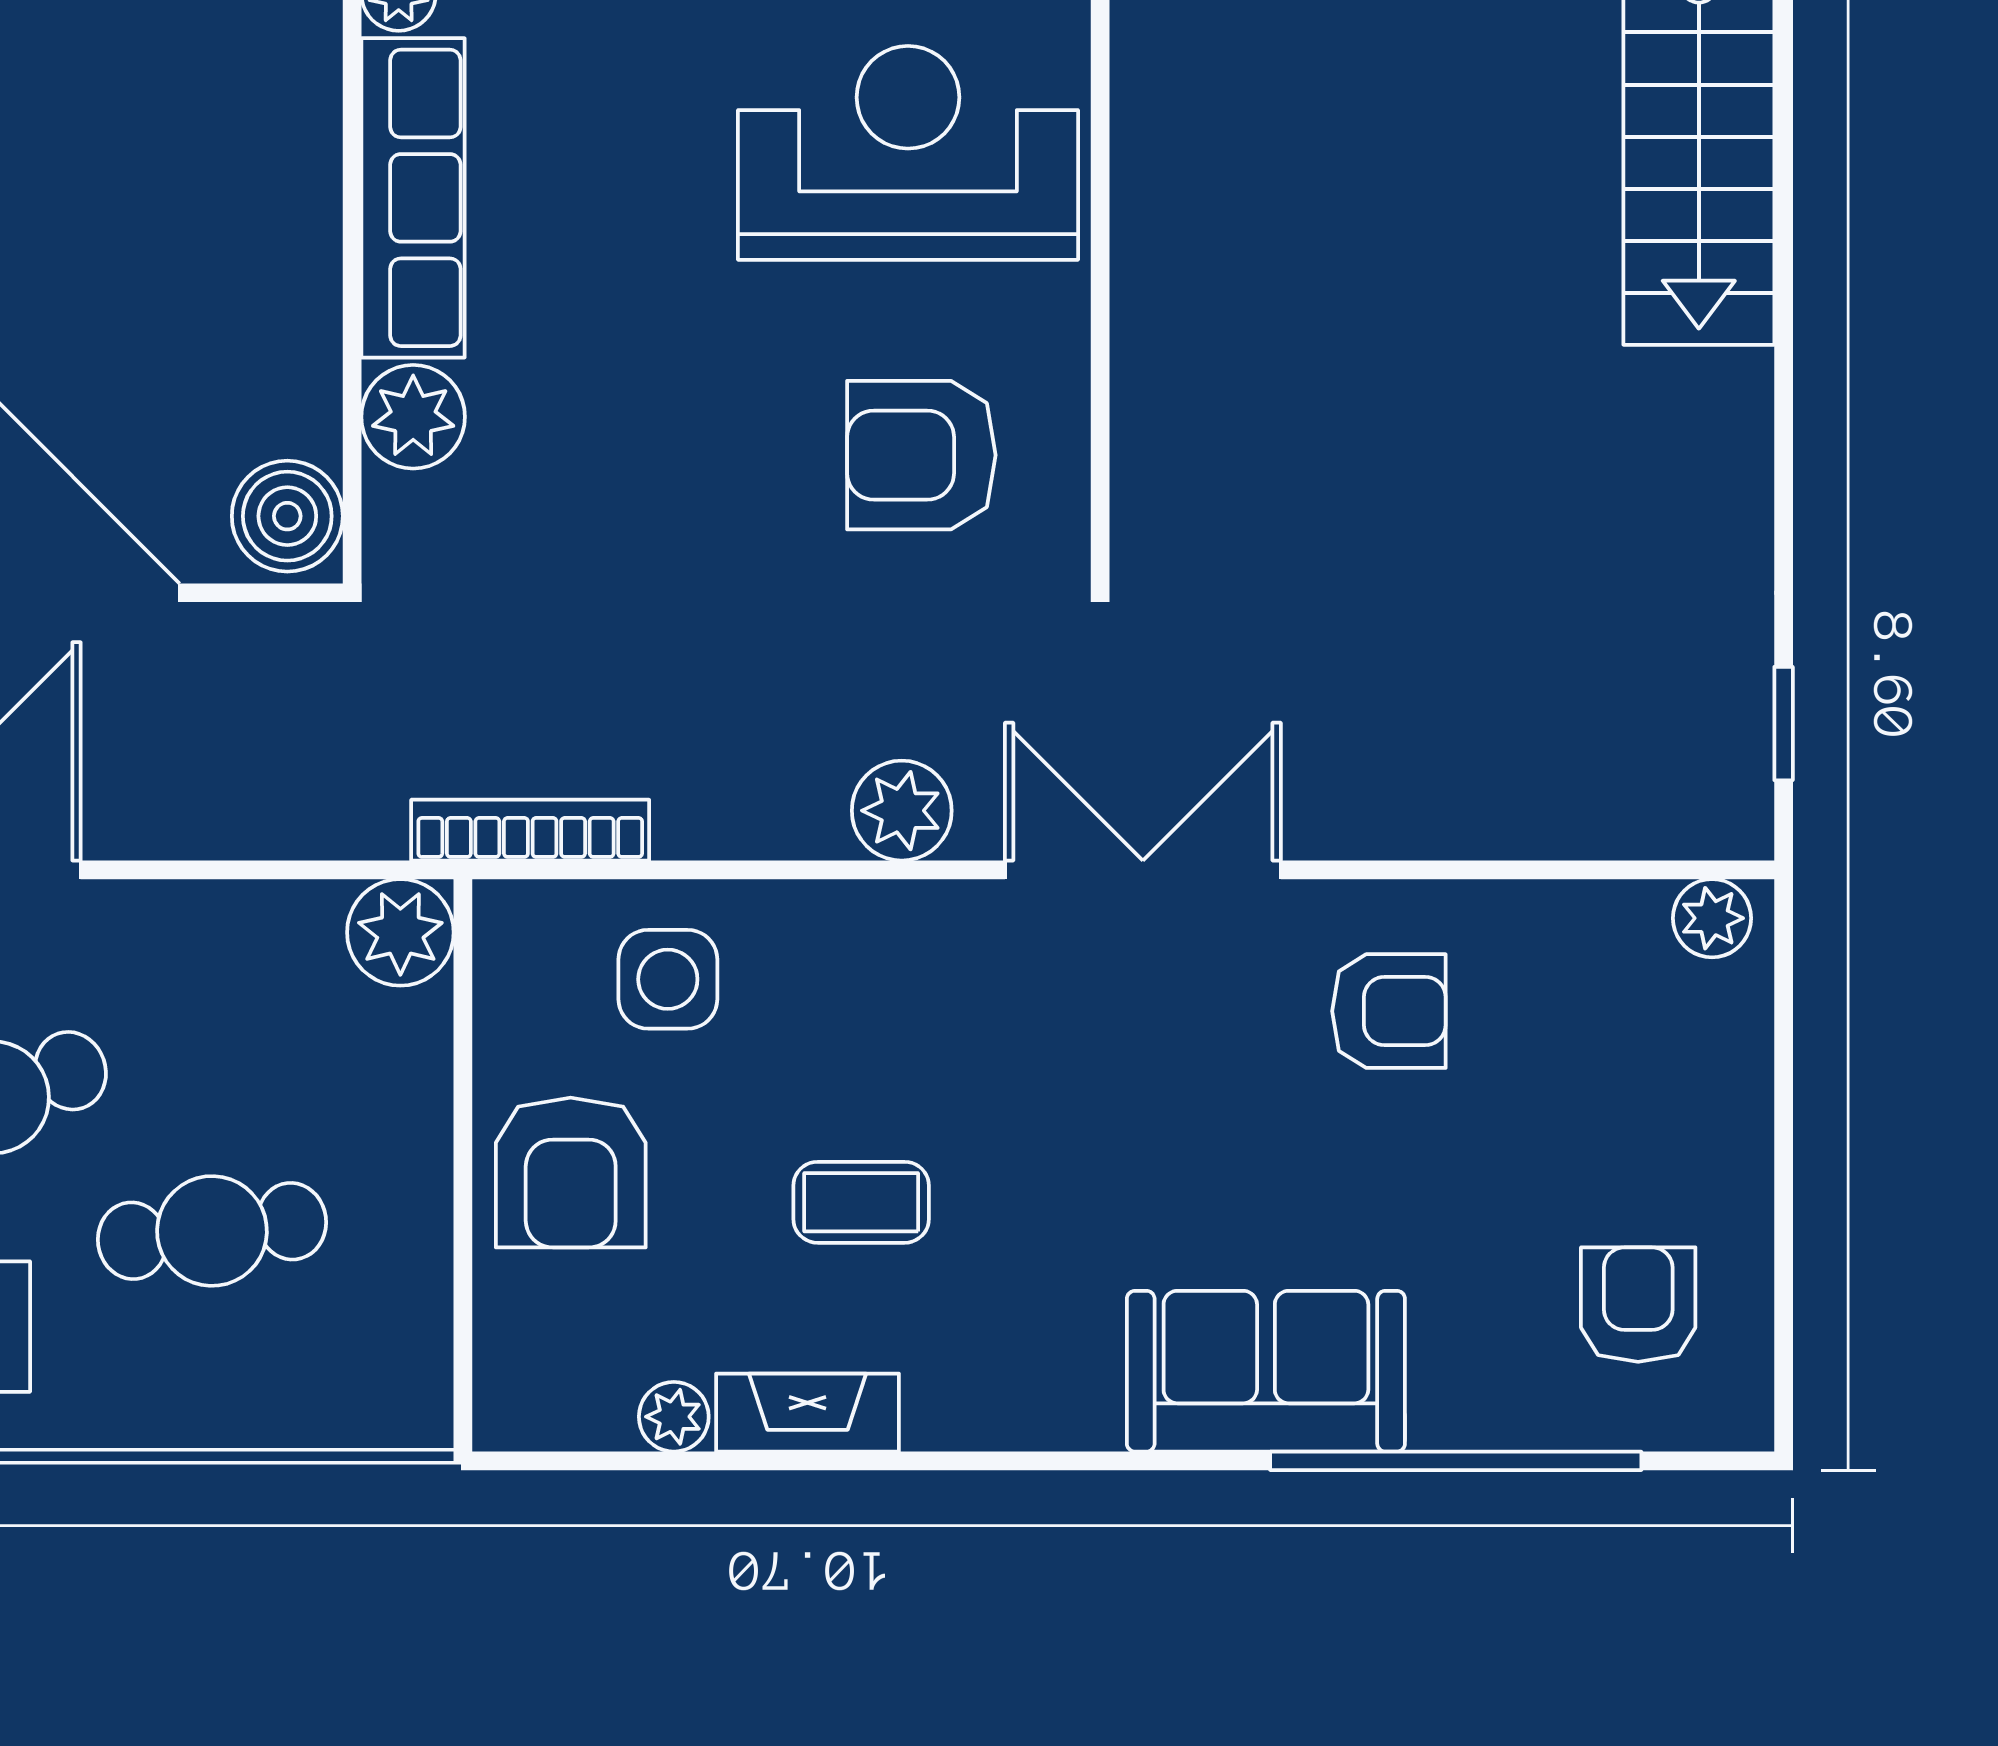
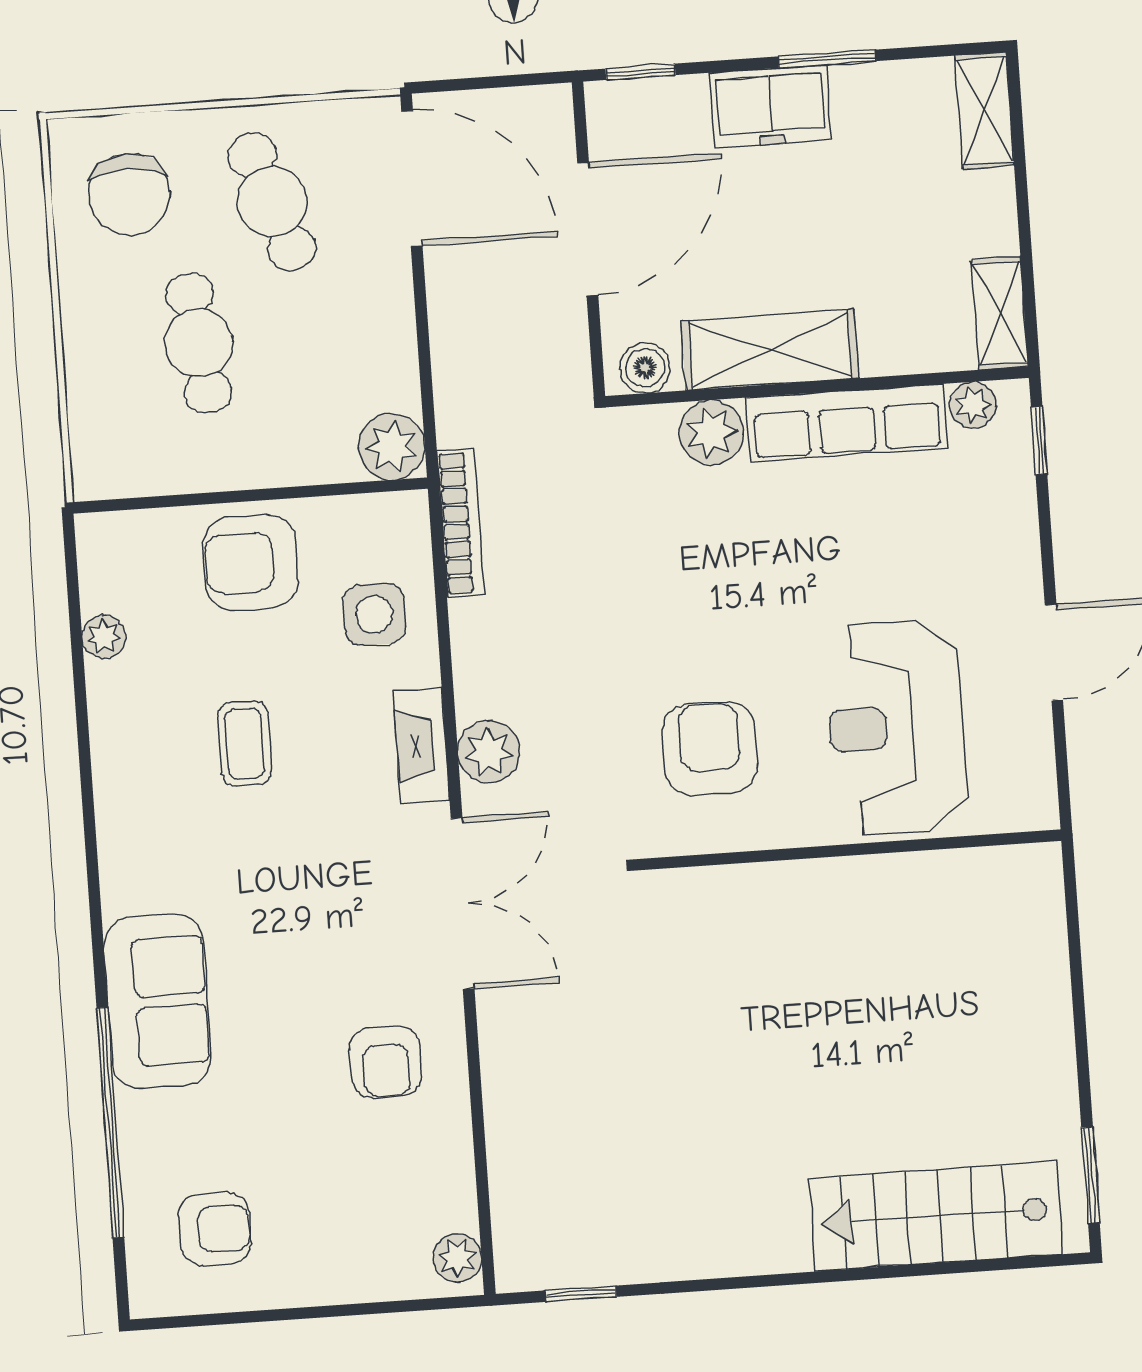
reception desk: (908, 153) -> (896, 727), turned 180
shelving: (287, 314) -> (770, 350), added
boiler: (287, 516) -> (645, 368), width x0.73, depth x0.73
fireplace: (808, 1413) -> (422, 745), moved, turned 180

